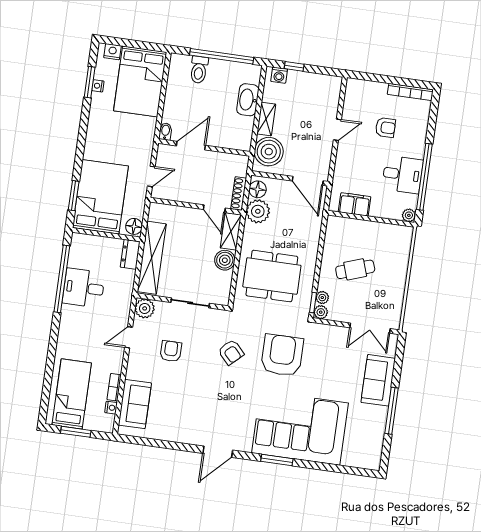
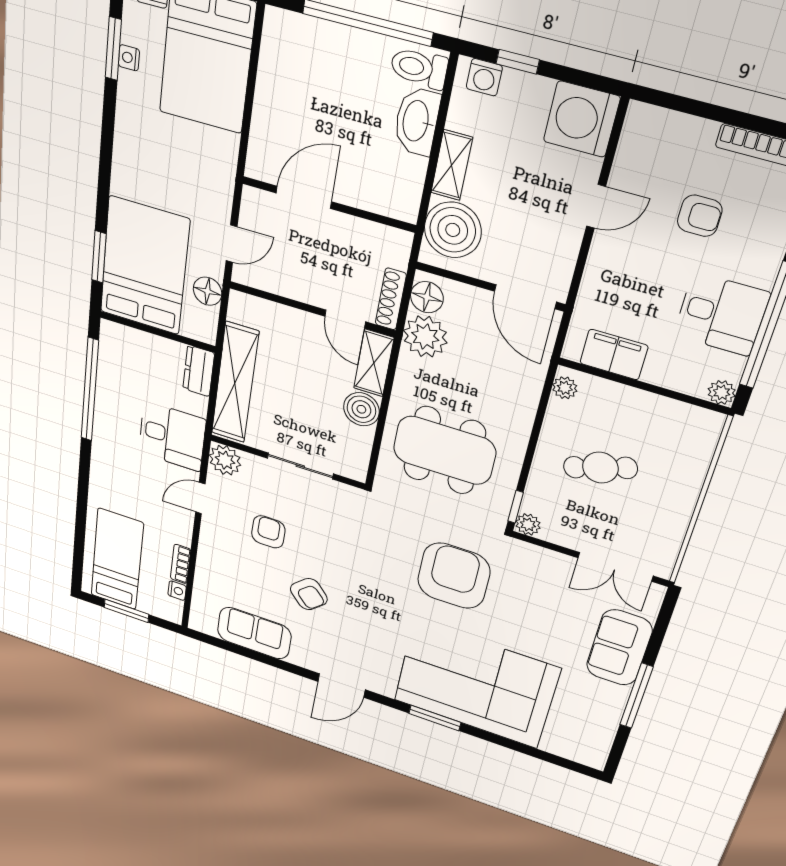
toilet: (199, 70) -> (419, 68), moved, turned 90
washing machine: (326, 89) -> (582, 119), added
bidet: (165, 131) -> (256, 164), removed
floor lamp: (134, 226) -> (208, 291), moved
desk: (84, 288) -> (172, 436), moved, turned 180
plant: (322, 298) -> (565, 388), moved
armchair: (231, 352) -> (309, 594), moved
sofa: (135, 404) -> (254, 633), moved, turned -90

